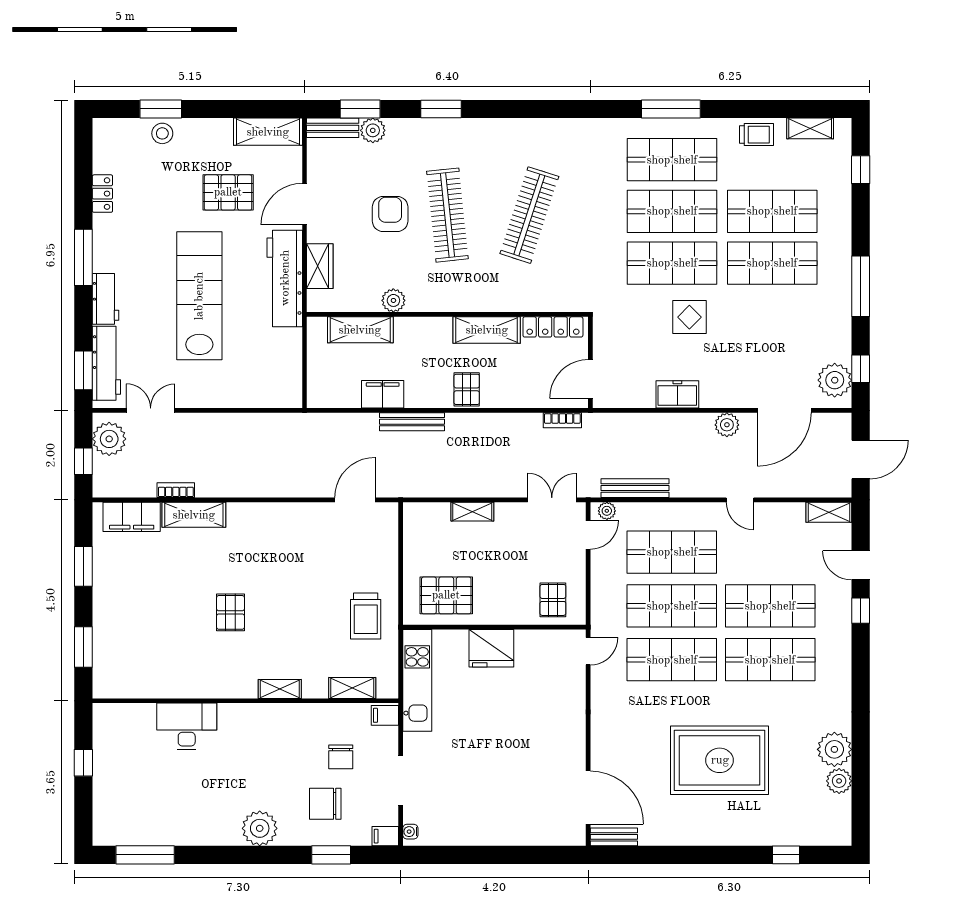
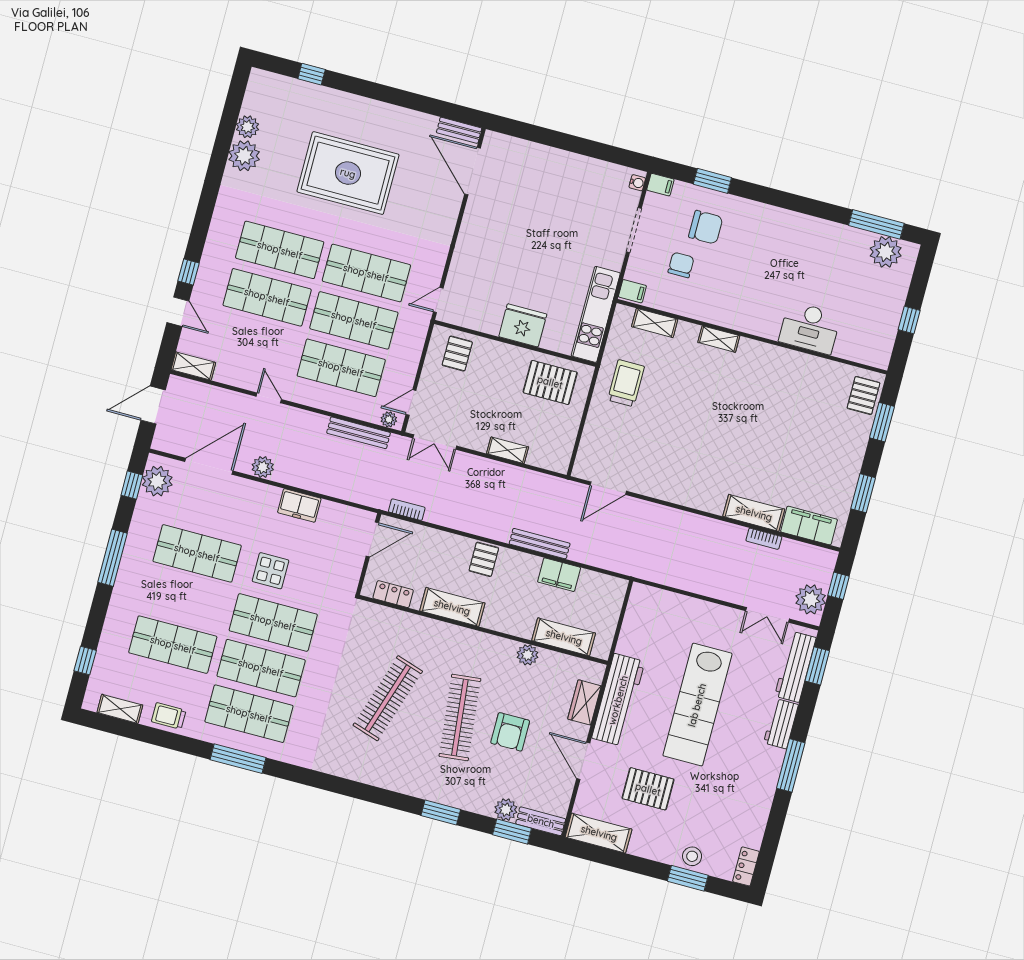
locker: (102, 194) -> (746, 866), moved
door: (305, 204) -> (583, 761), swing flipped
shop shelf: (772, 263) -> (197, 553), moved
locker: (553, 327) -> (393, 594), width x0.66
pallet: (230, 612) -> (863, 395), moved
plant: (260, 828) -> (886, 252), moved

